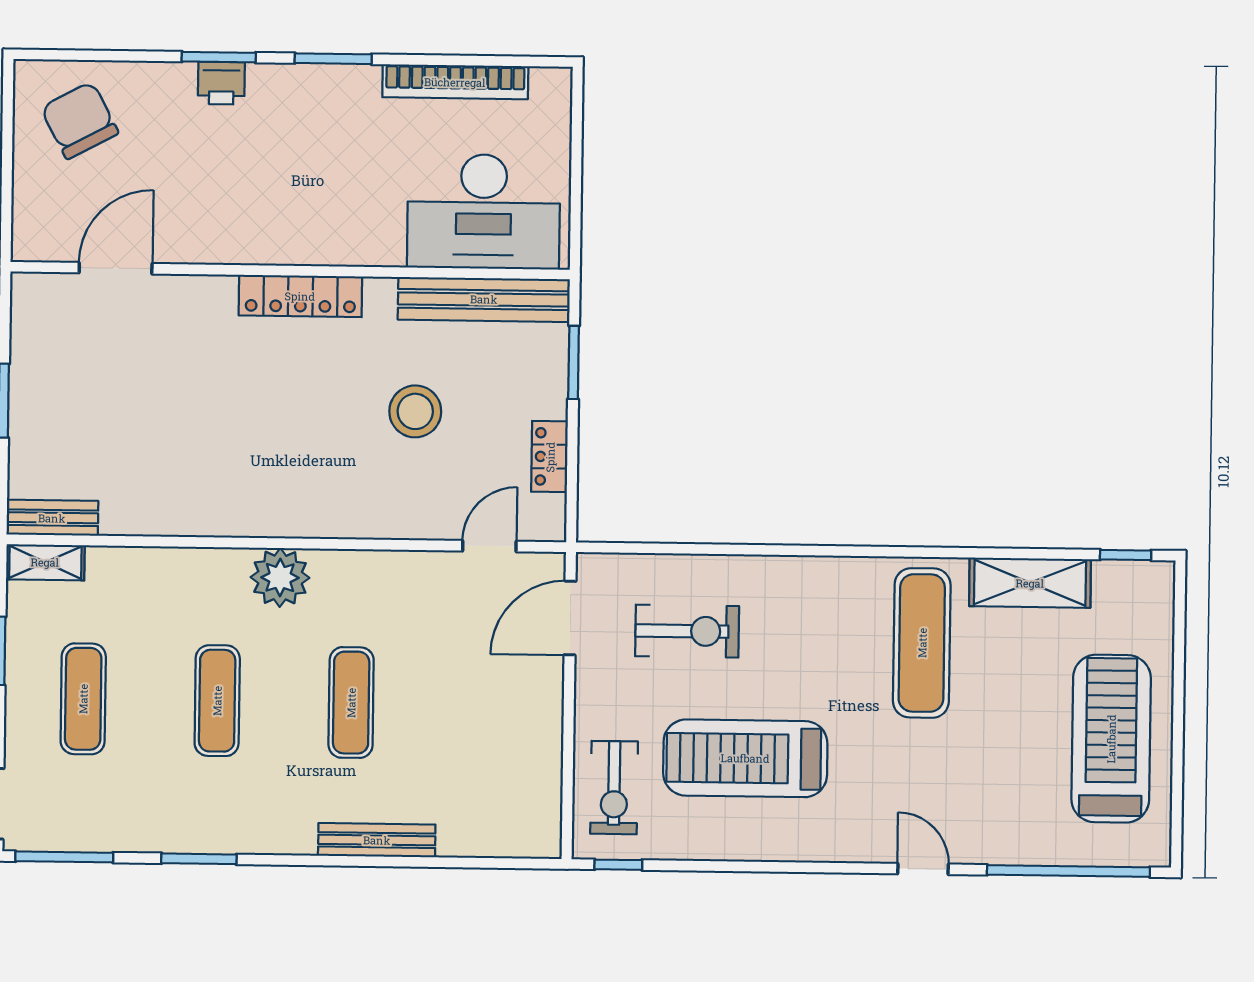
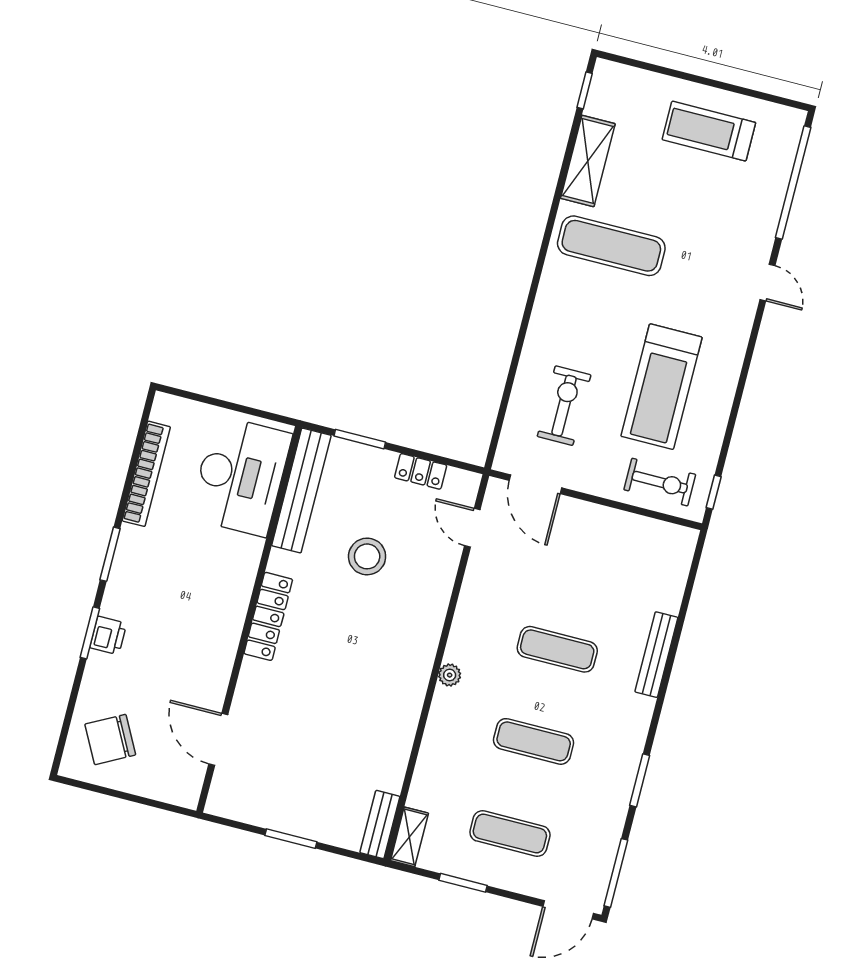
plant: (280, 578) -> (450, 675), width x0.53, depth x0.53
treadmill: (1111, 739) -> (709, 131), width x0.73, depth x0.73
door: (923, 869) -> (767, 283), swing flipped

